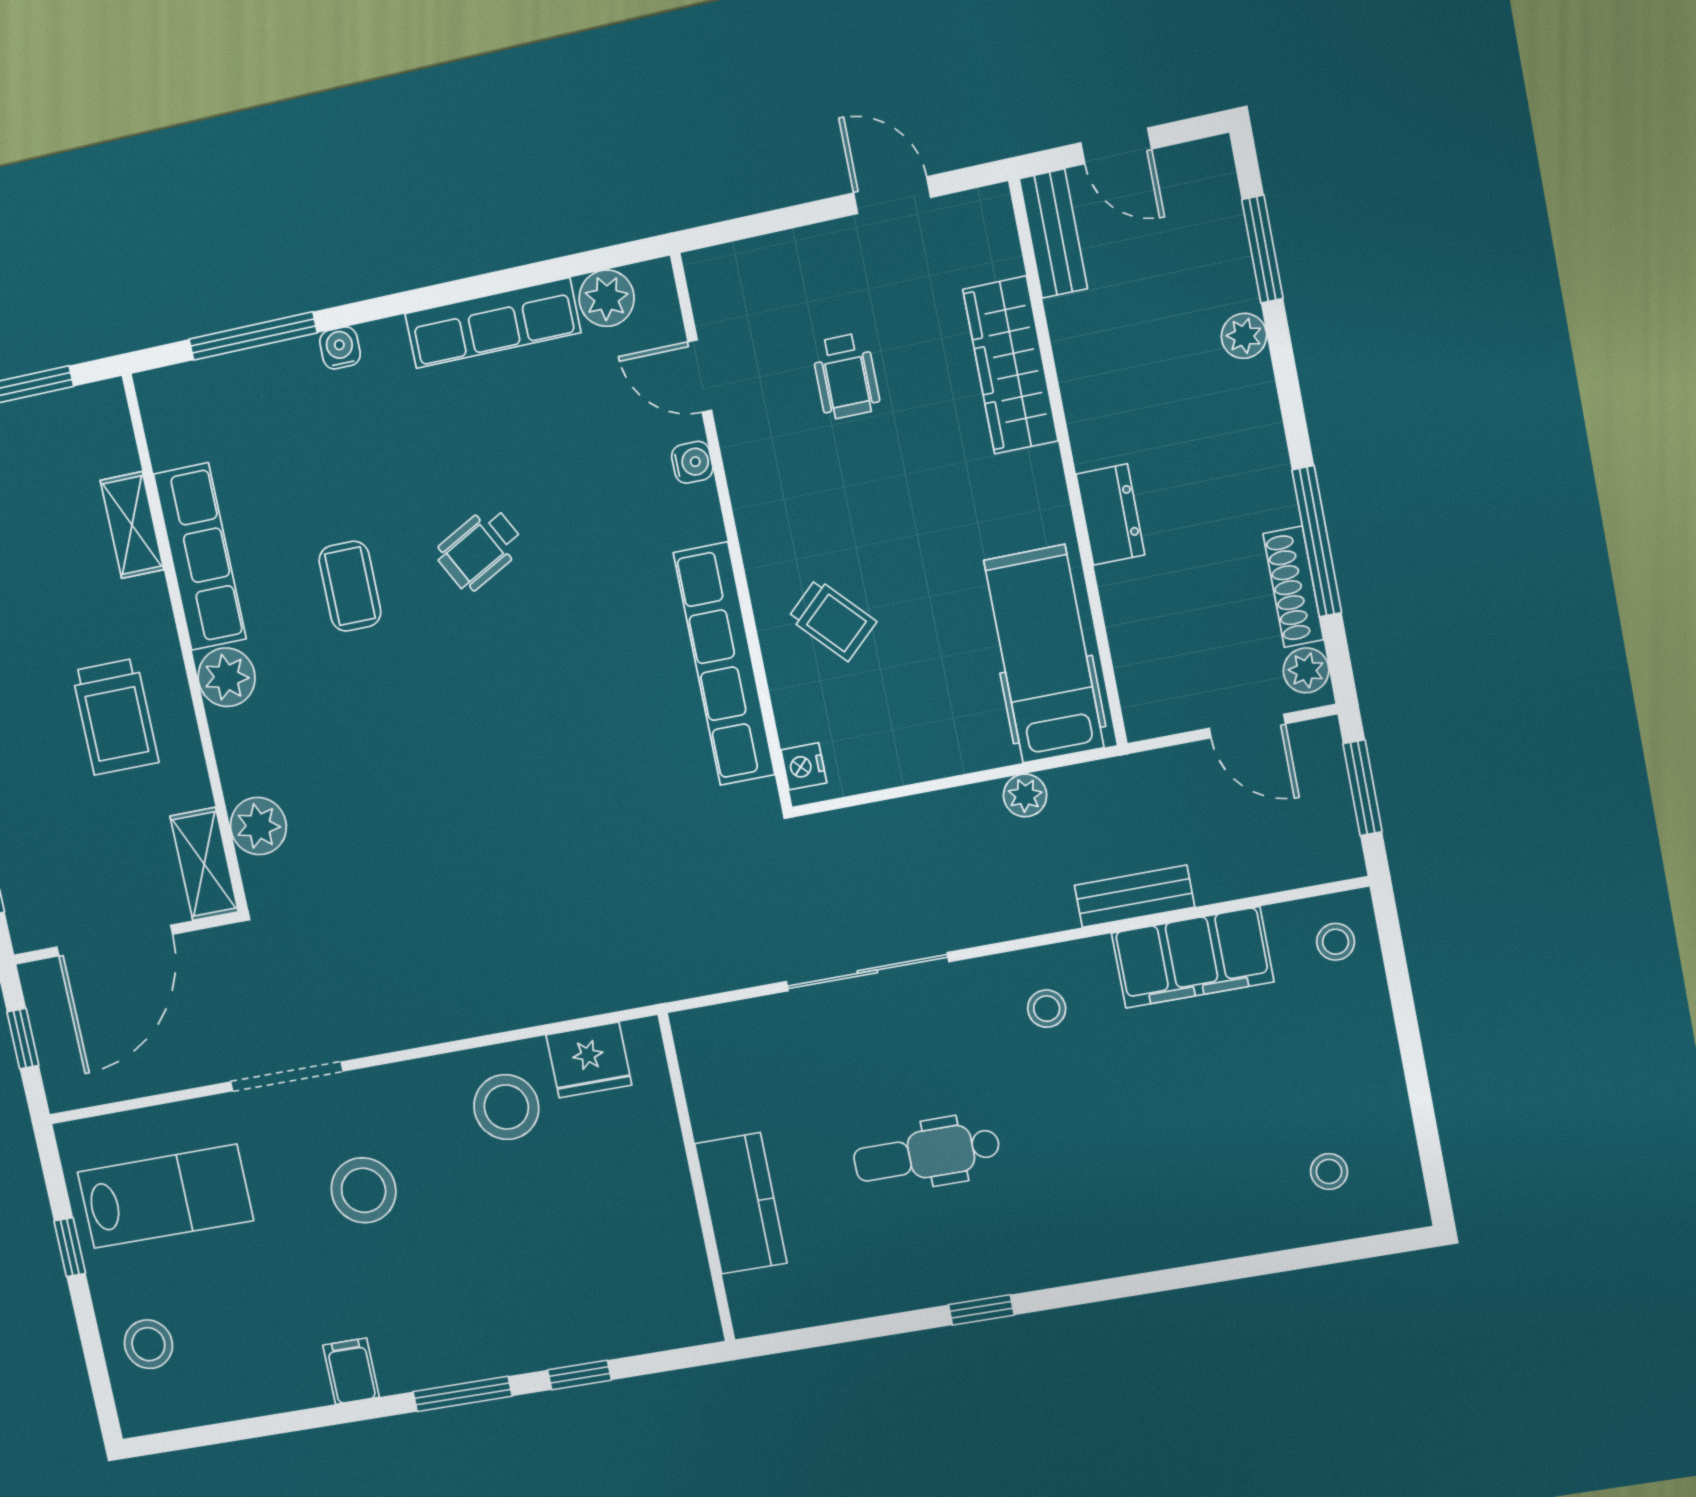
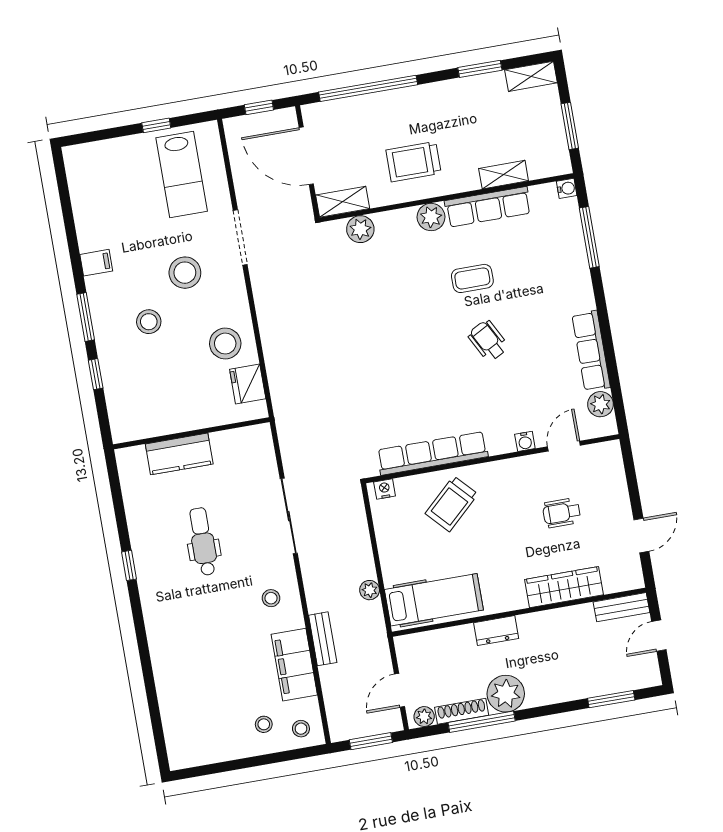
plant: (1244, 336) -> (506, 694), moved, width x1.88, depth x1.88
water cooler: (340, 348) -> (567, 188), moved
trolley: (832, 620) -> (452, 504), width x1.36, depth x1.39
stool: (1329, 1172) -> (264, 724), moved
stool: (148, 1344) -> (149, 322), moved

